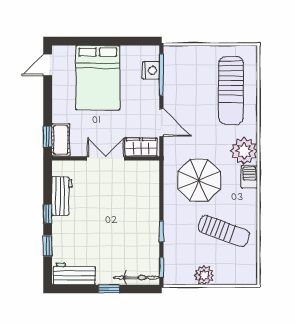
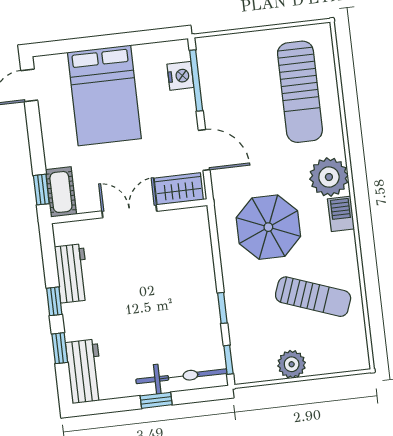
workbench: (74, 274) -> (85, 371), moved, turned 90
bicycle: (136, 278) -> (181, 376), width x1.37, depth x1.40

